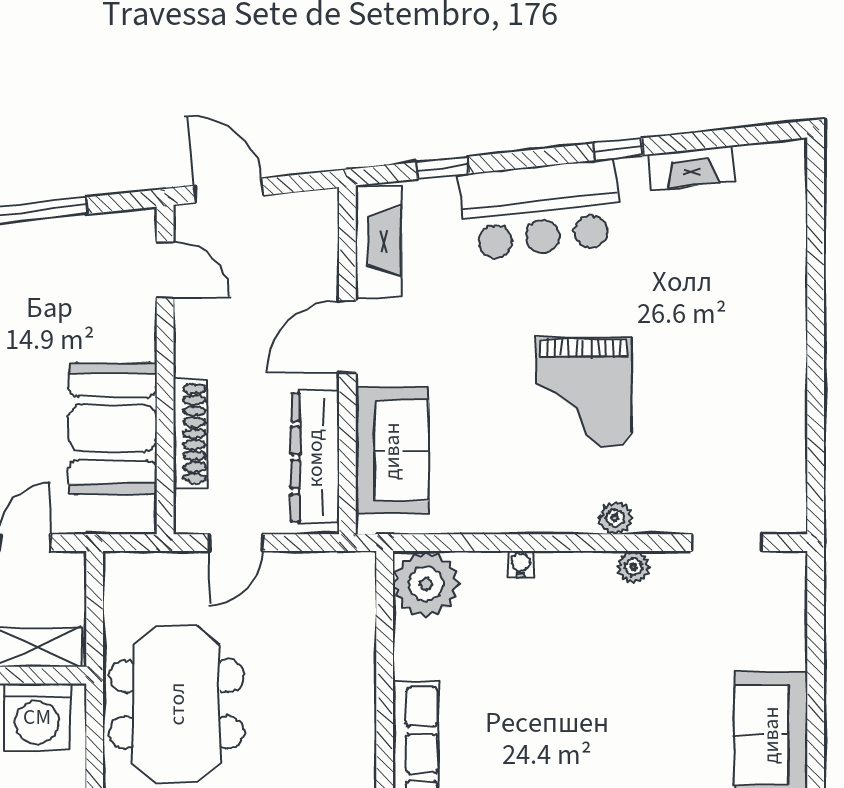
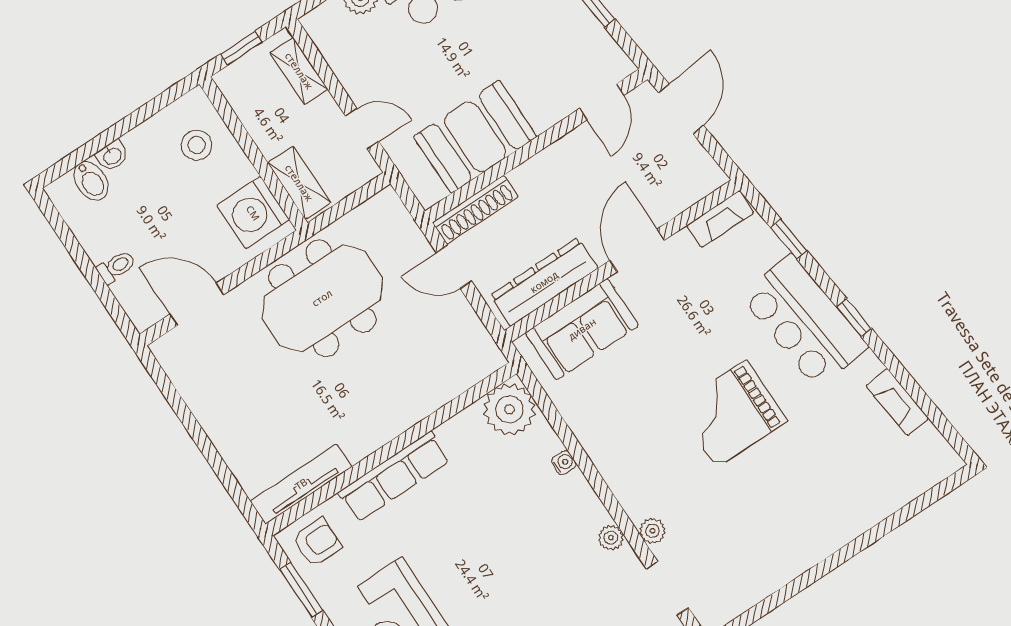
window: (618, 149) -> (854, 318), moved
fireplace: (378, 241) -> (720, 219), width x0.73, depth x0.76
door: (347, 337) -> (637, 250), hinge flipped
grand piano: (584, 392) -> (731, 414), moved
shoe rack: (190, 434) -> (475, 210), moved
plant: (615, 518) -> (653, 531), moved

